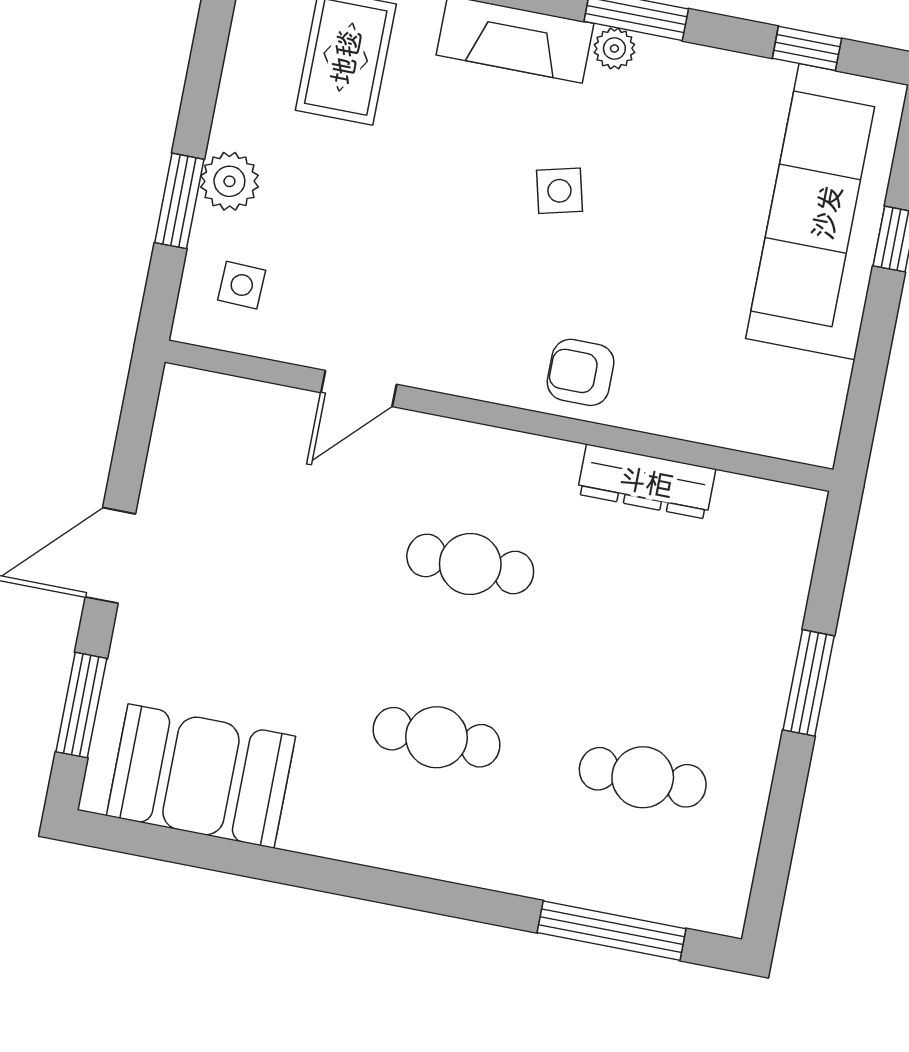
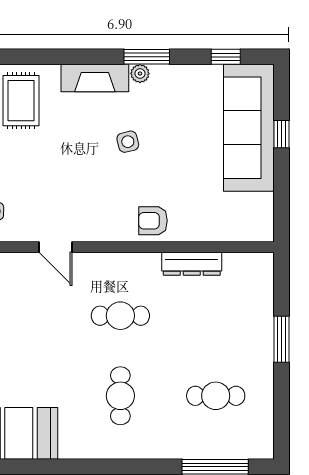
door: (359, 388) -> (56, 247), hinge flipped
cafe table: (437, 737) -> (120, 396), turned 90

